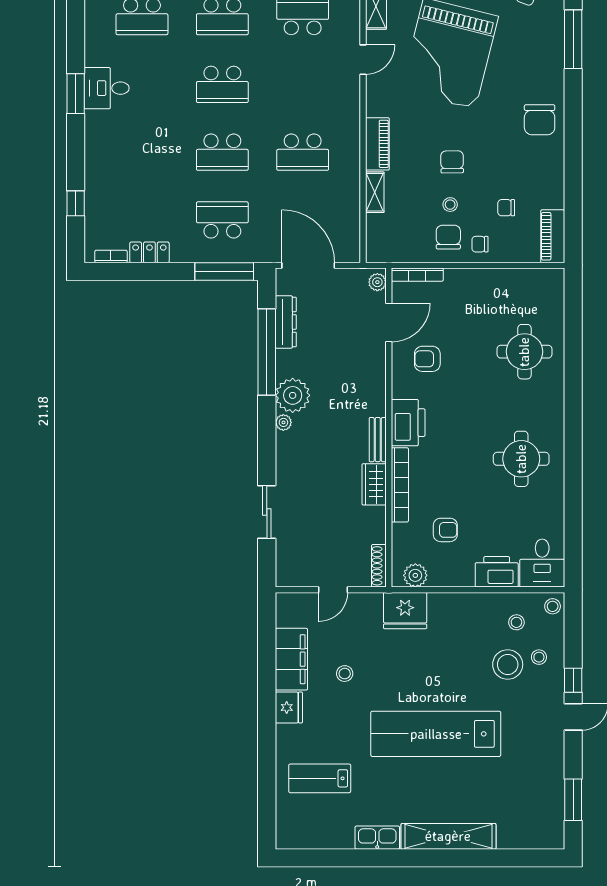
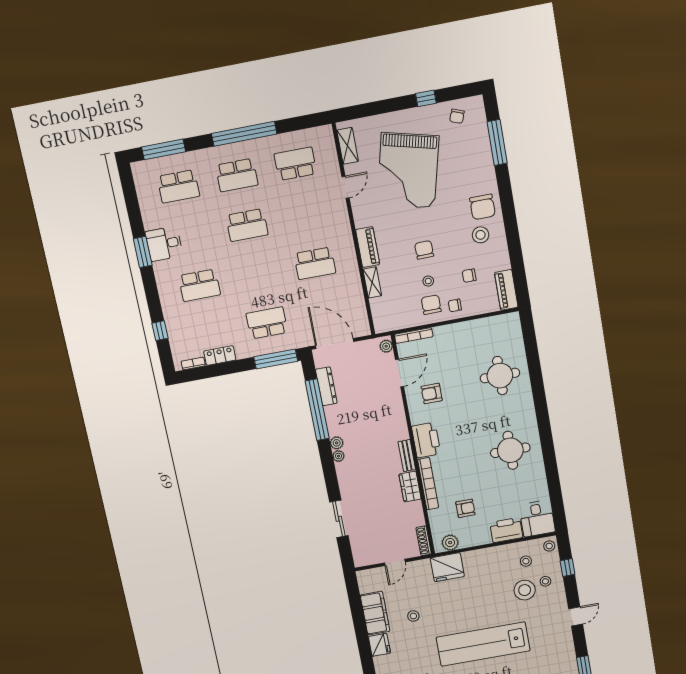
school desk: (222, 152) -> (199, 285), moved
stool: (531, 156) -> (481, 235), added
plant: (293, 395) -> (337, 443), width x0.53, depth x0.53
window: (573, 680) -> (568, 568), moved

